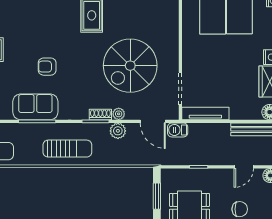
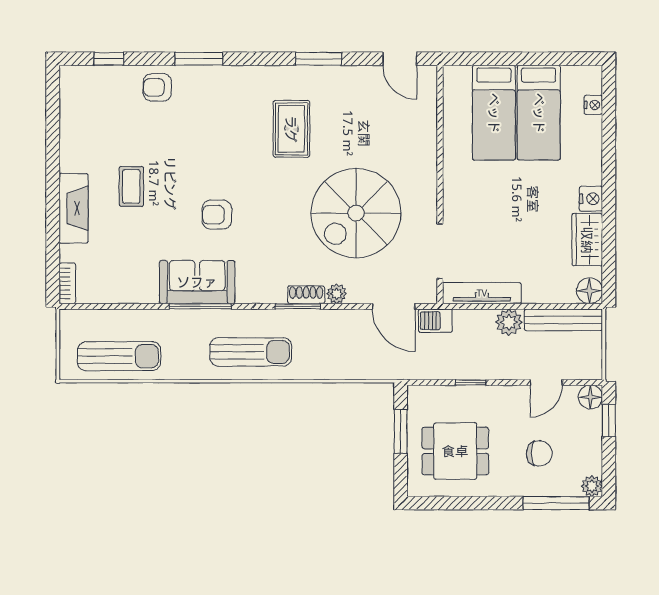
plant: (118, 131) -> (509, 322), moved

